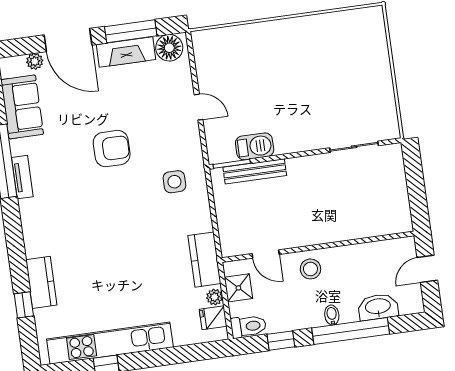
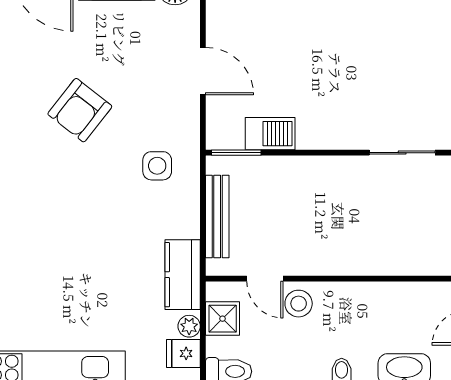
door: (199, 107) -> (203, 71), width x1.38
armchair: (112, 149) -> (80, 110), turned 128
bench: (255, 171) -> (217, 217), moved, turned 90
stool: (310, 269) -> (299, 304), moved

